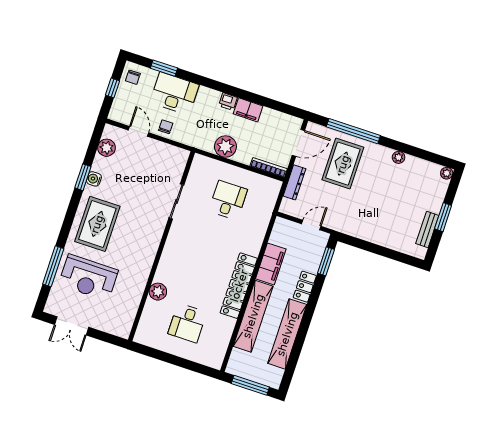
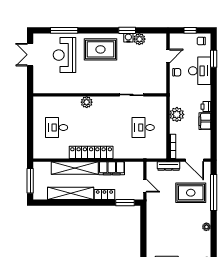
plant: (107, 148) -> (139, 39), moved
desk: (228, 200) -> (143, 127), turned 180
plant: (158, 292) -> (87, 102), moved

